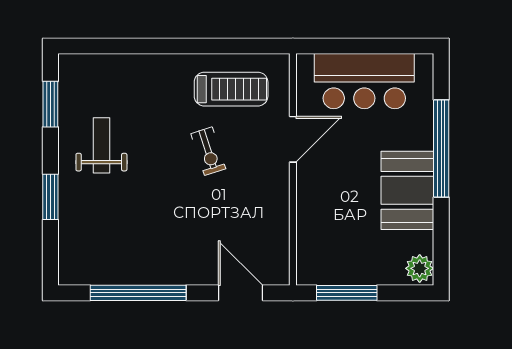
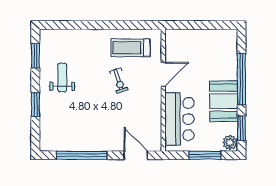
bar counter: (364, 81) -> (179, 119), moved, turned -90
treadmill: (231, 89) -> (131, 48), turned 180
window: (441, 241) -> (241, 128), added
window: (347, 293) -> (205, 155), moved

